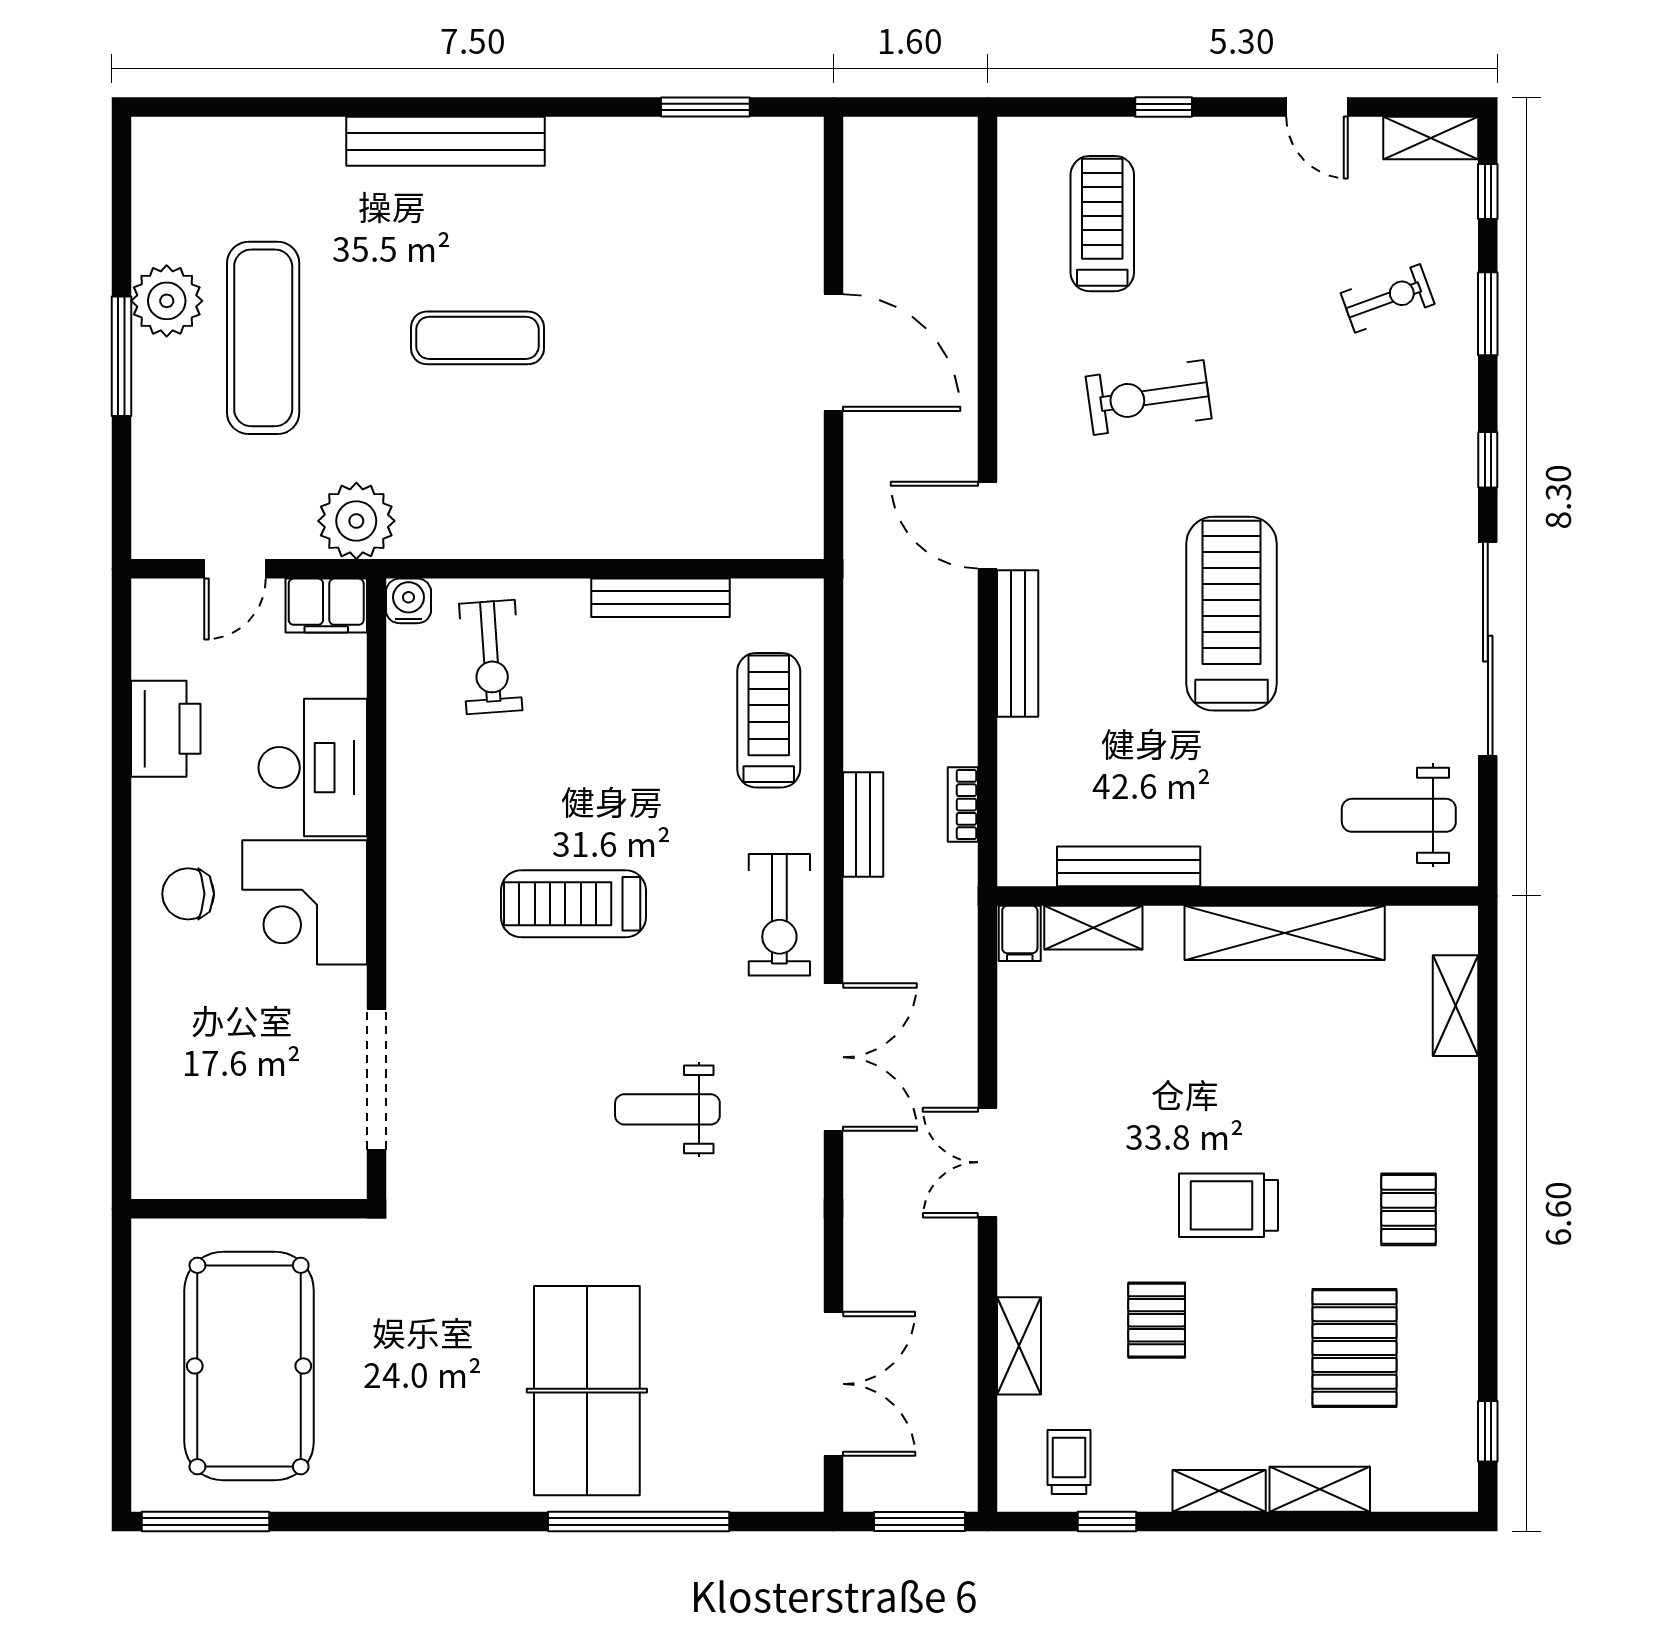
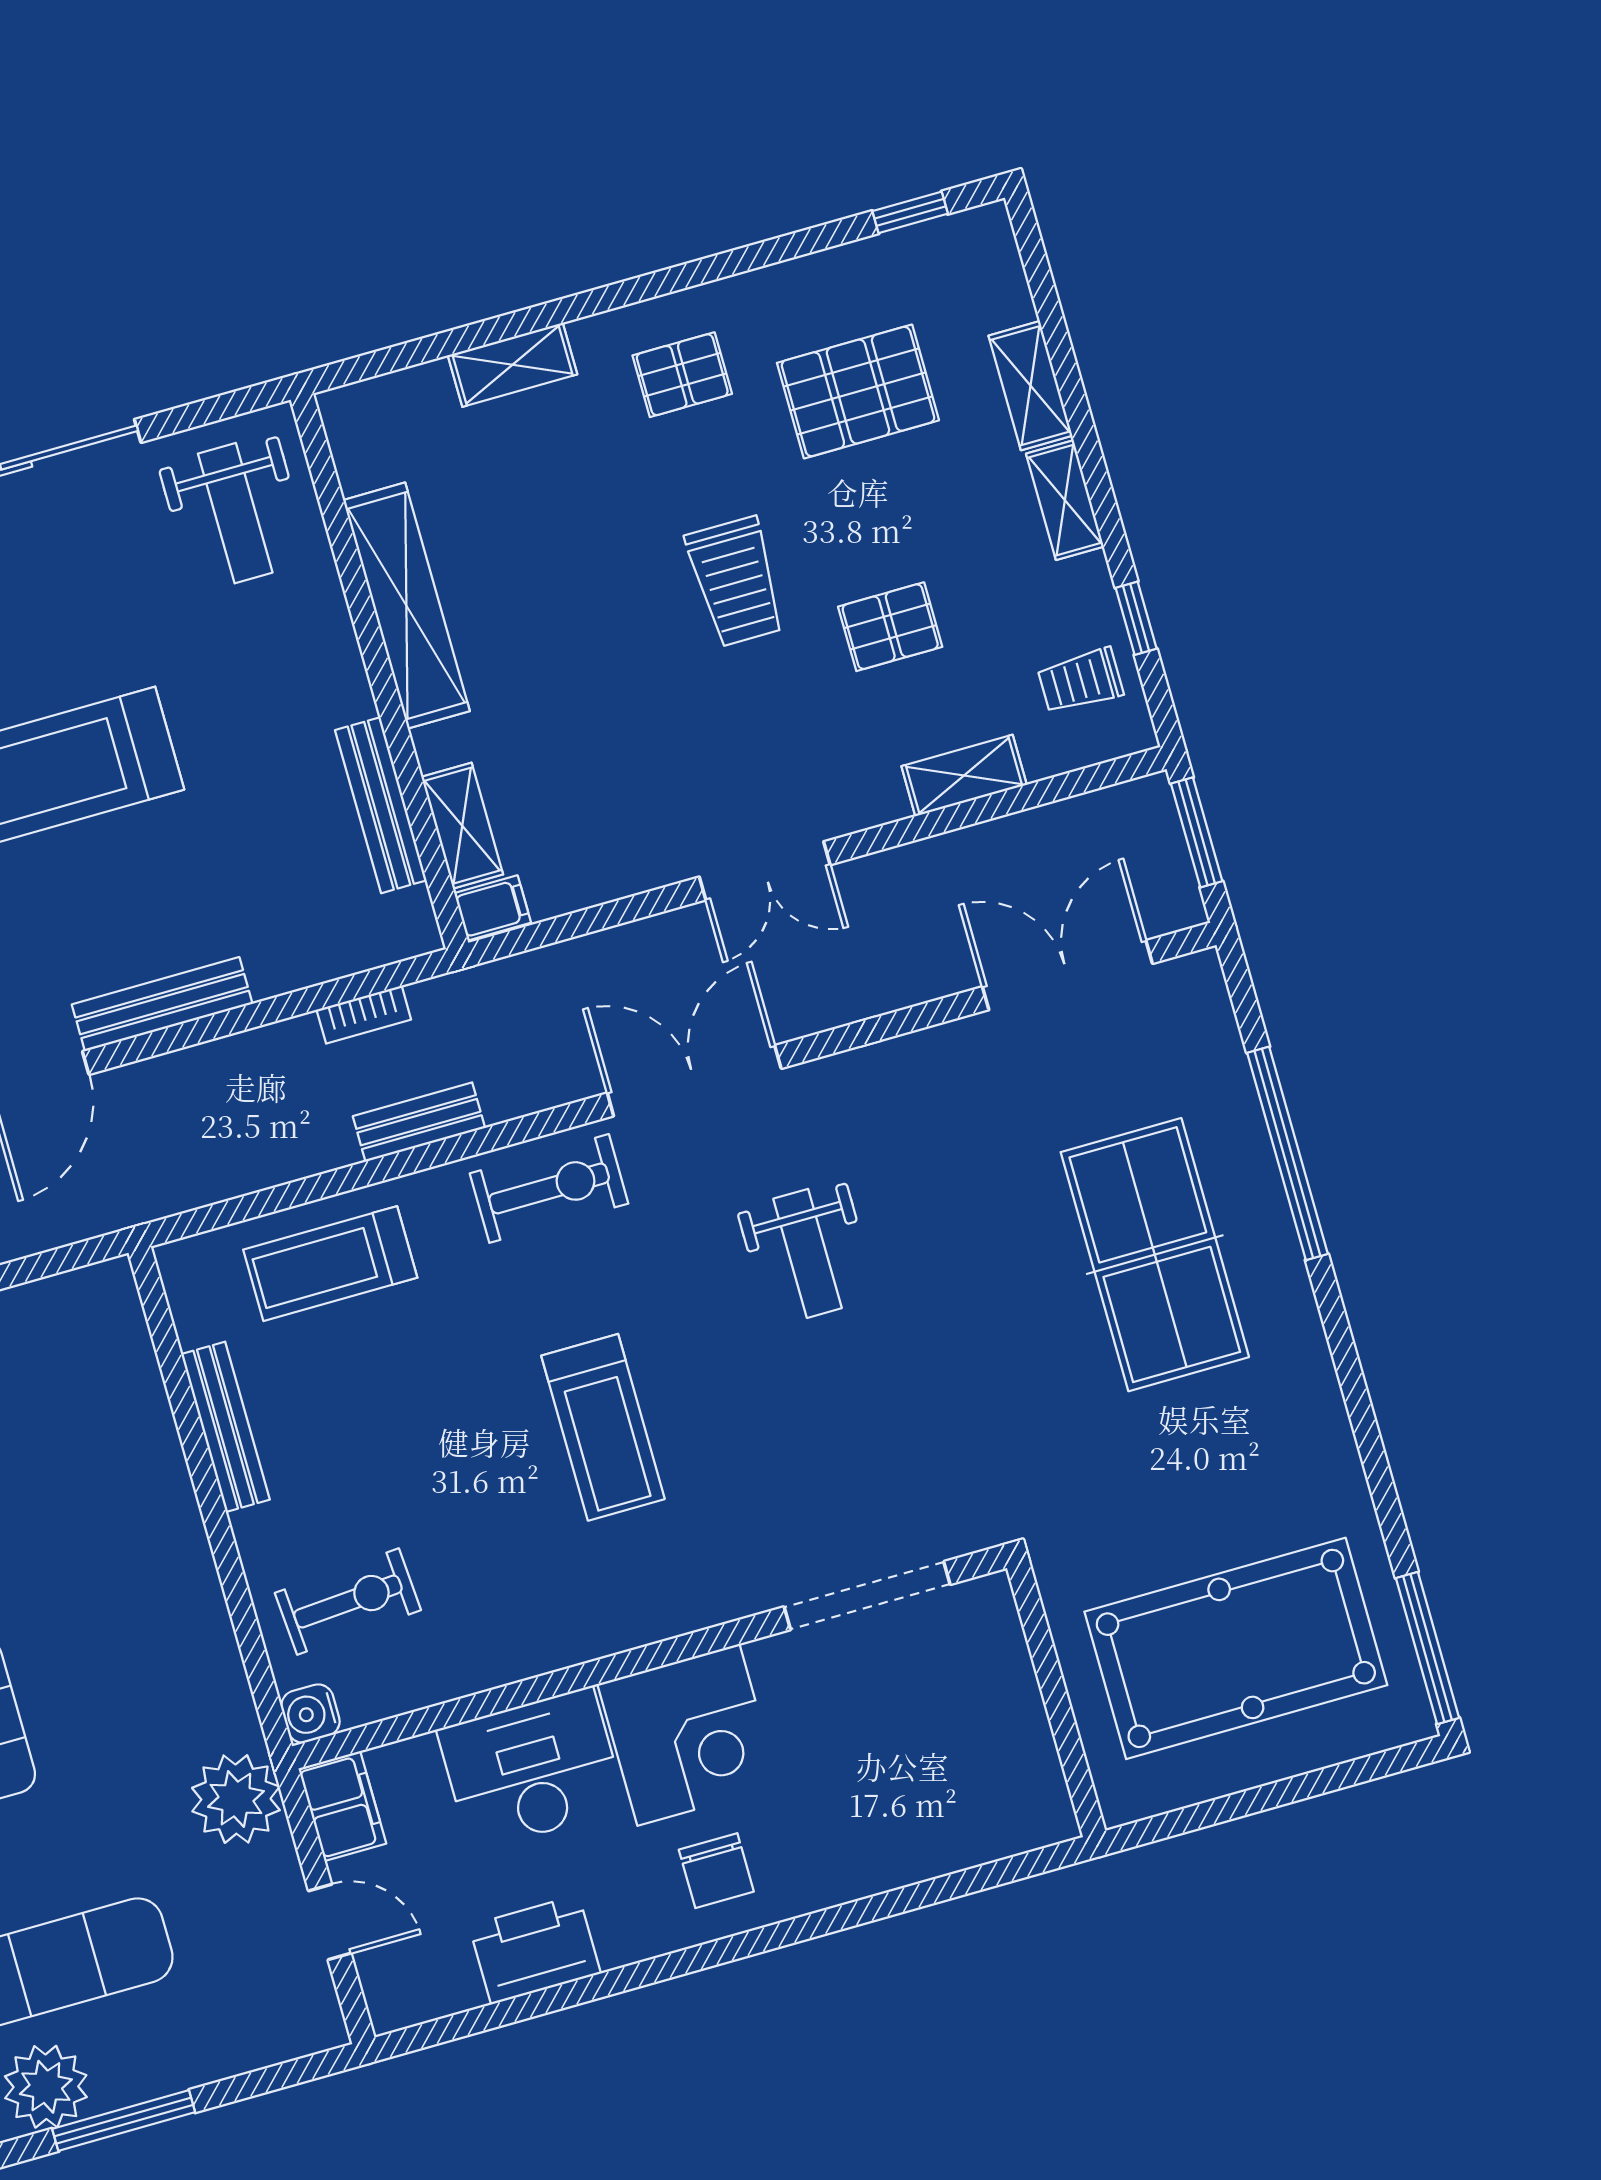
shelving: (1455, 1006) -> (513, 365), moved
table tennis table: (587, 1391) -> (1155, 1255), turned 90

